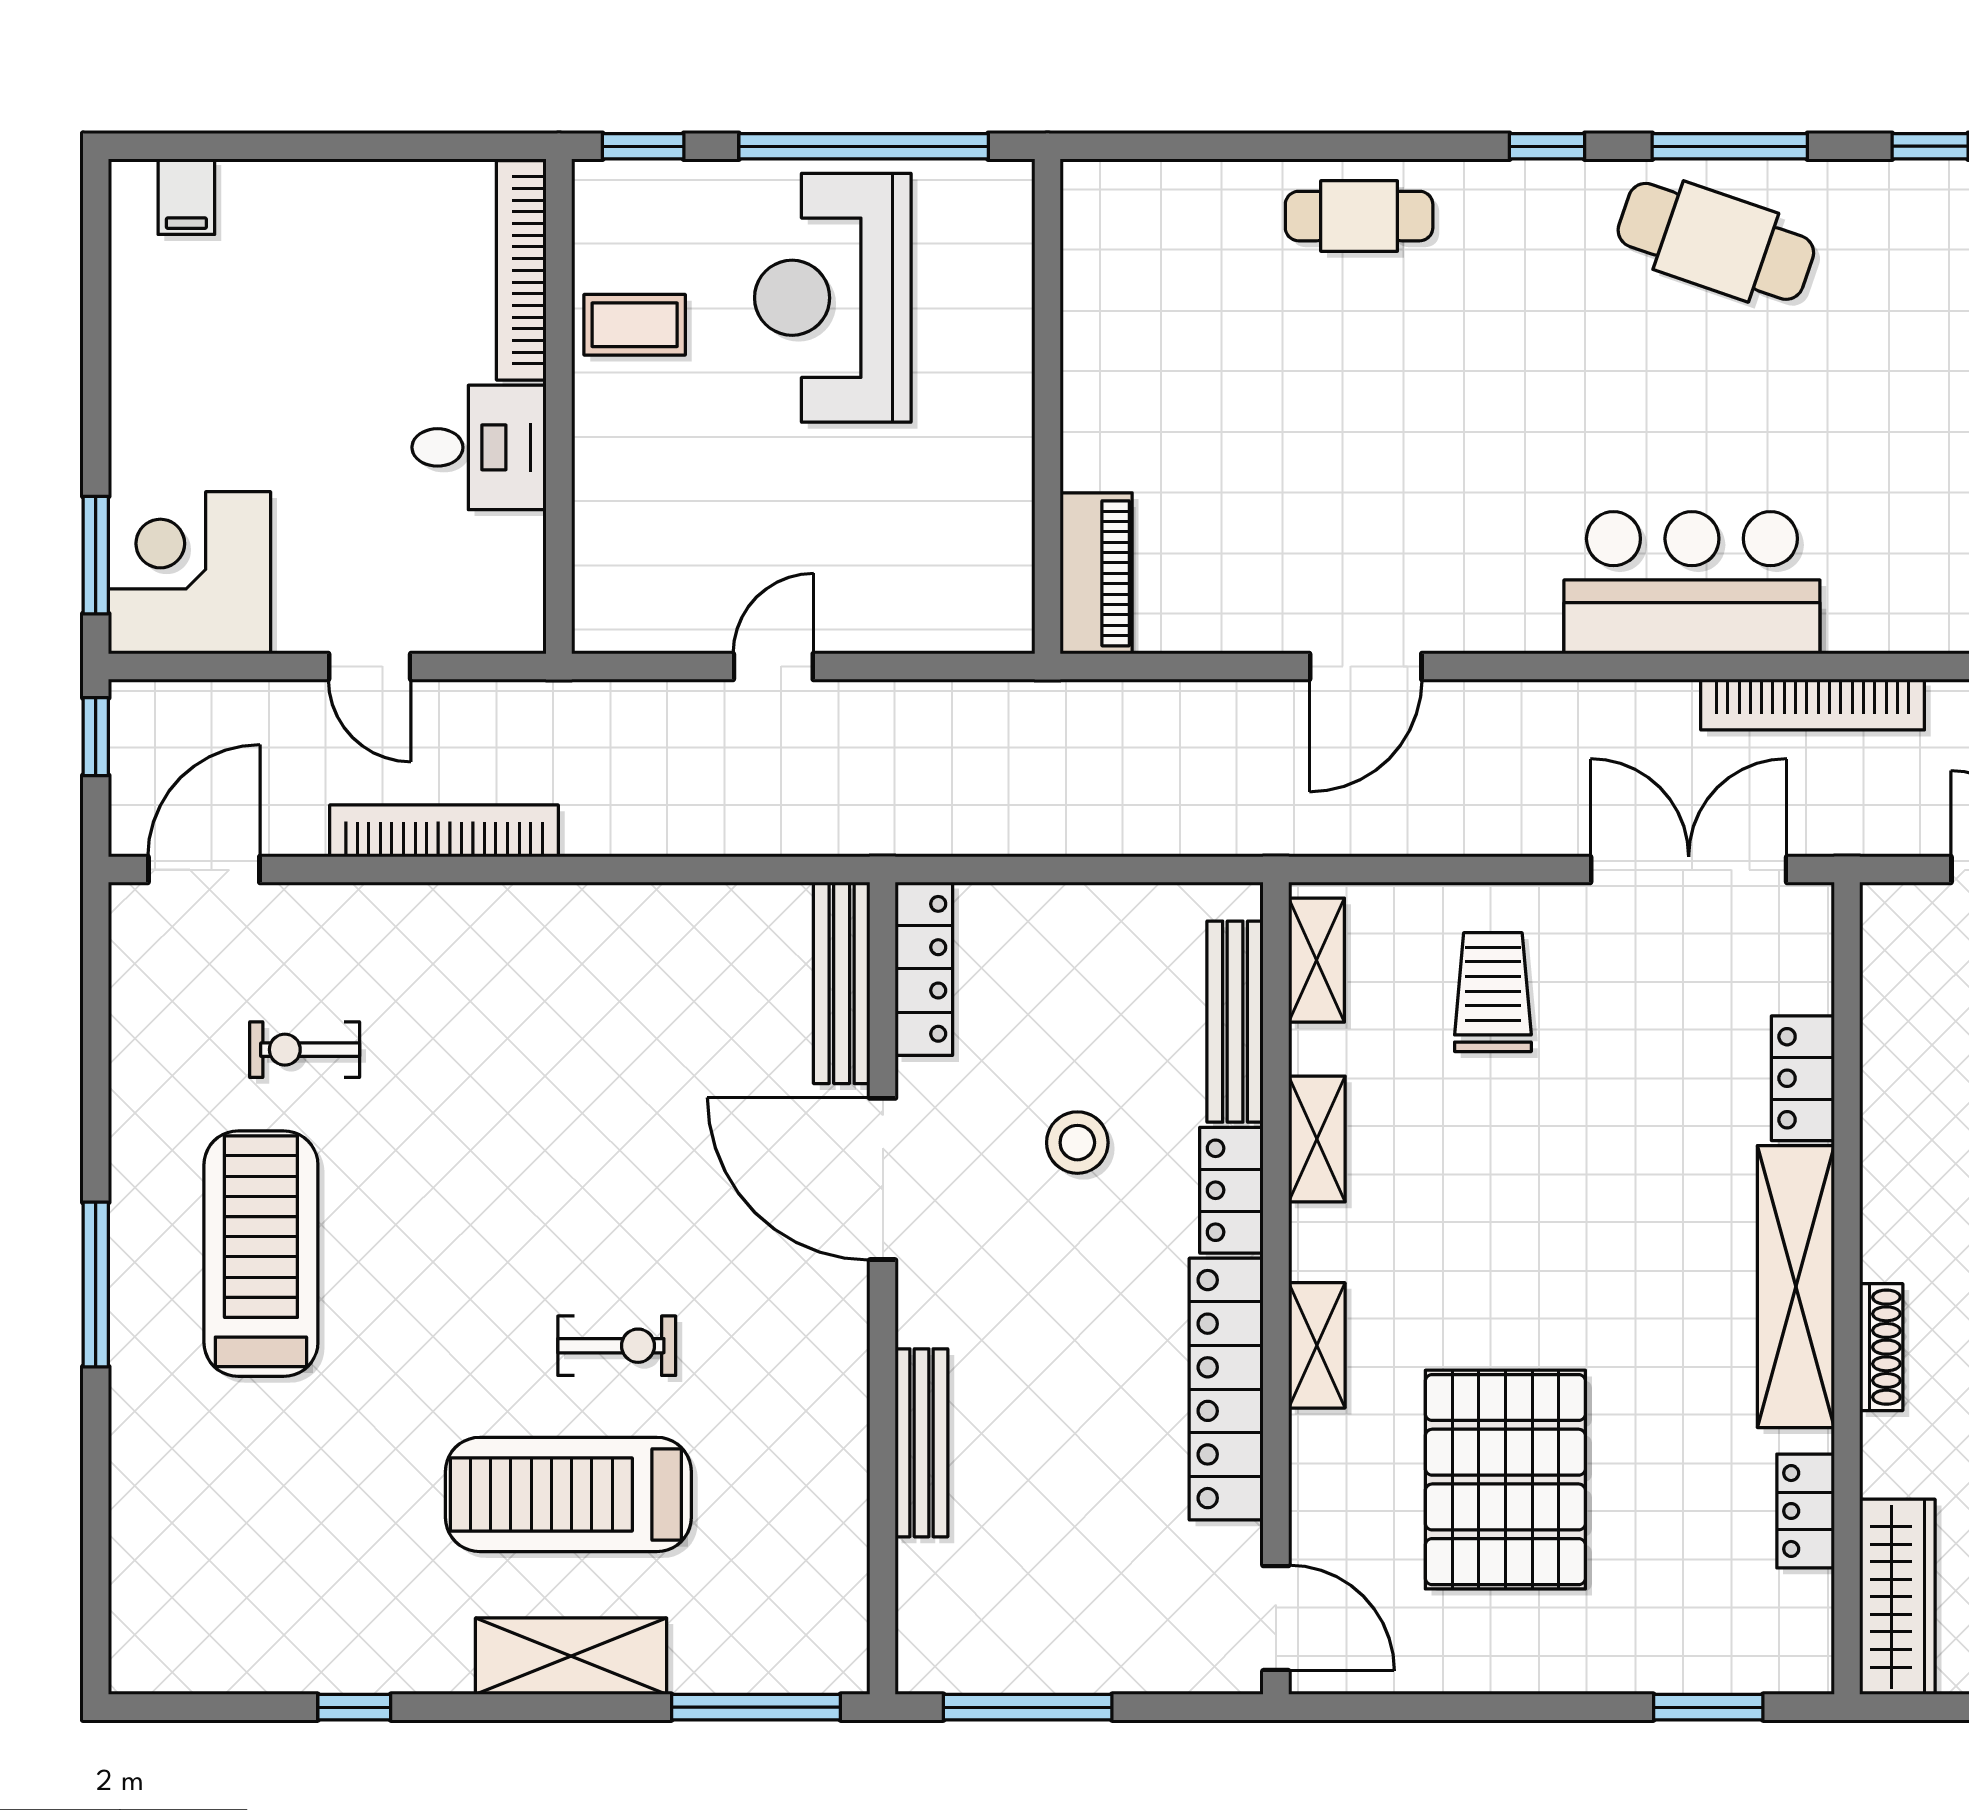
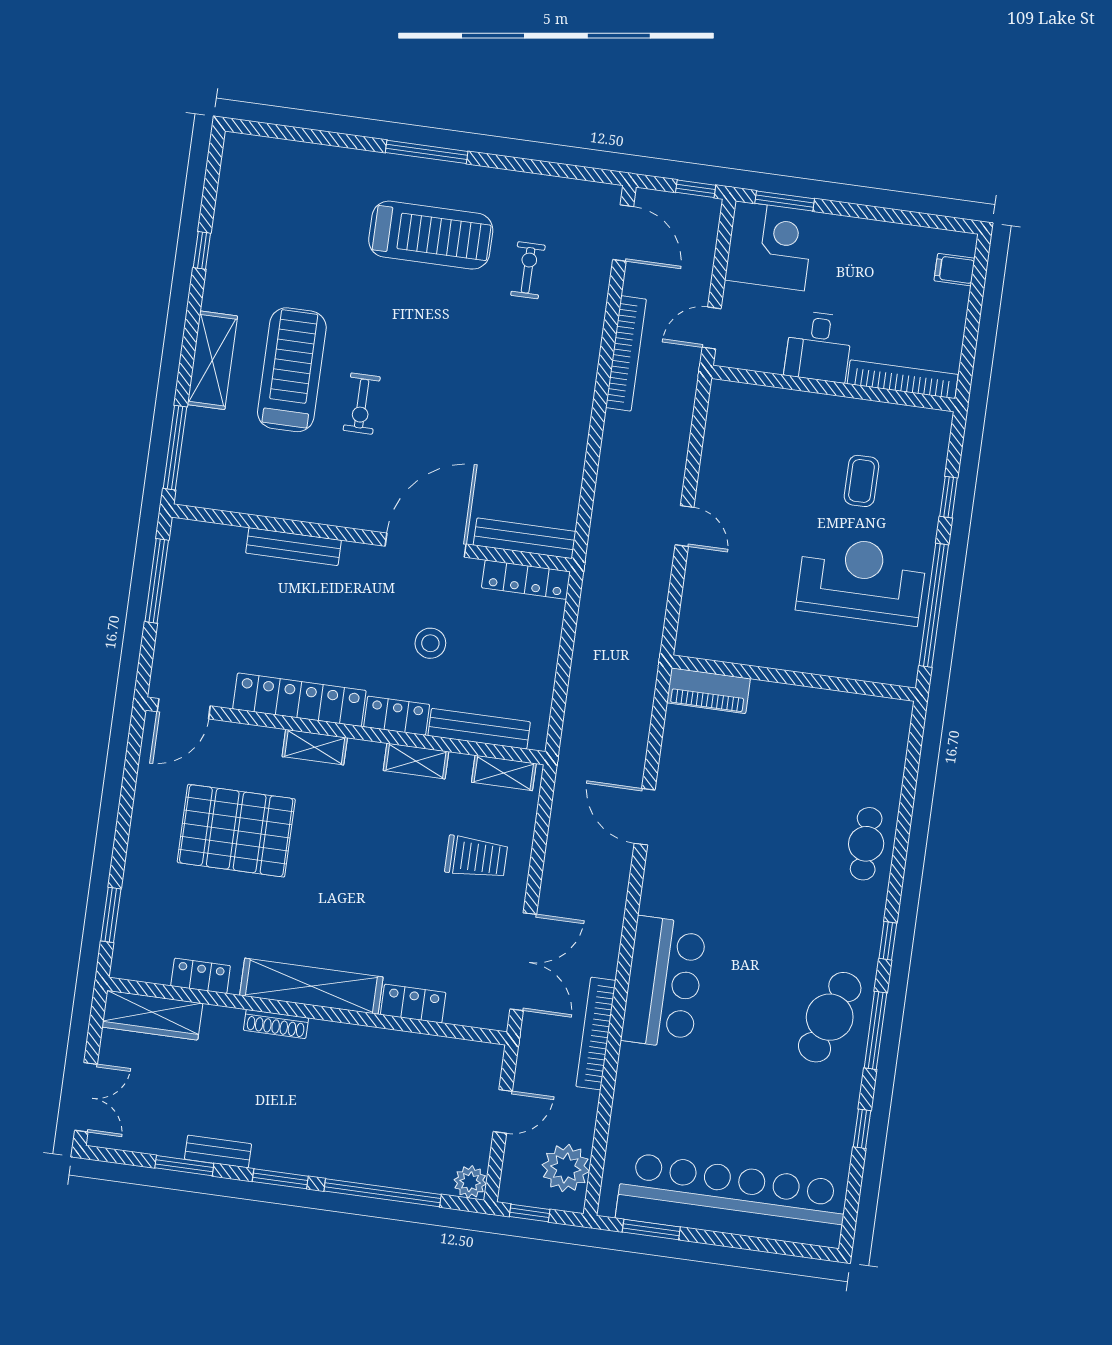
bookcase: (521, 270) -> (903, 379), moved
wall: (559, 406) -> (833, 388), moved
desk: (479, 447) -> (819, 347), moved

